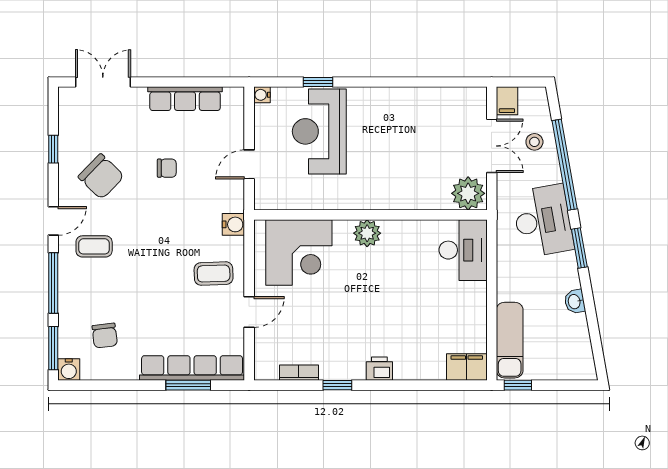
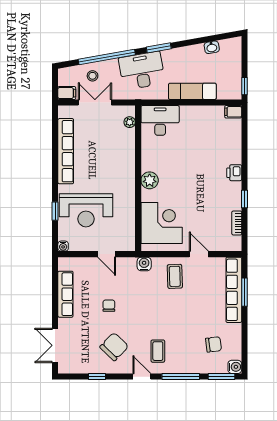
row of seats: (414, 99) -> (66, 151), added
plant: (468, 193) -> (130, 122), width x0.53, depth x0.53
washbasin: (575, 302) -> (212, 47), moved
exam couch: (510, 340) -> (192, 91), moved
filing cabinet: (467, 367) -> (233, 112), width x0.50

